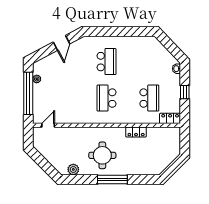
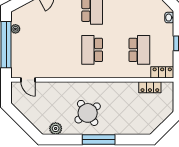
door: (48, 125) -> (28, 80), swing flipped
locker: (136, 132) -> (150, 87), moved
round table: (102, 155) -> (88, 113), turned -36

